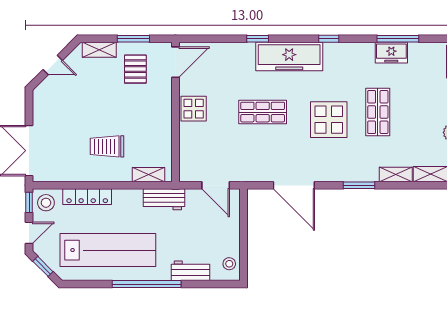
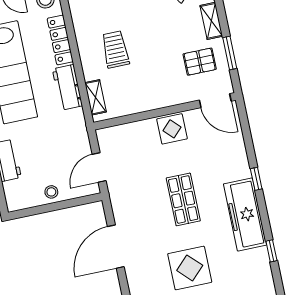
workbench: (164, 199) -> (67, 87), moved
stool: (229, 264) -> (51, 192), moved

